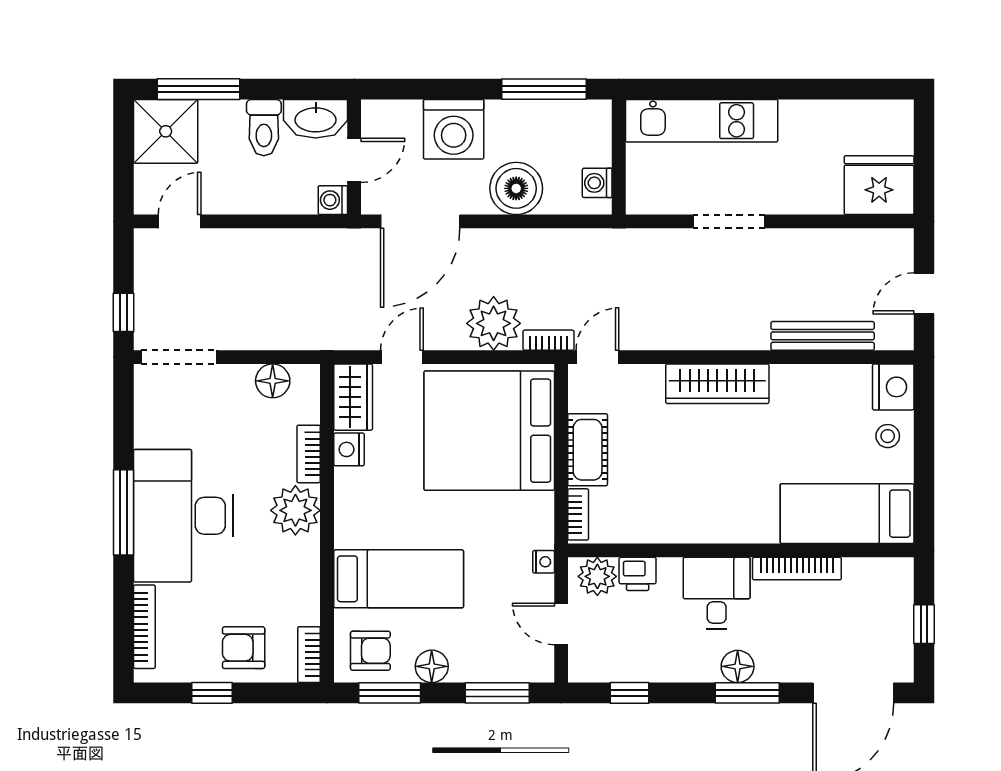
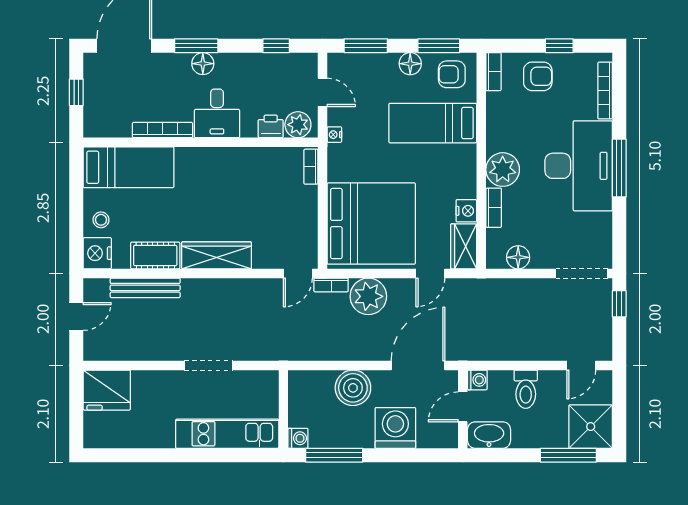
toilet: (264, 128) -> (526, 389), moved, turned 180
washing machine: (597, 183) -> (298, 438), moved
cot: (588, 450) -> (155, 255), moved, turned 90

